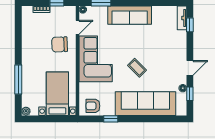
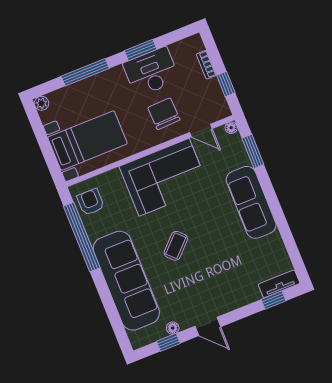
desk: (33, 42) -> (151, 72), added
window: (18, 43) -> (141, 50), added
window: (111, 119) -> (82, 237), width x3.17

